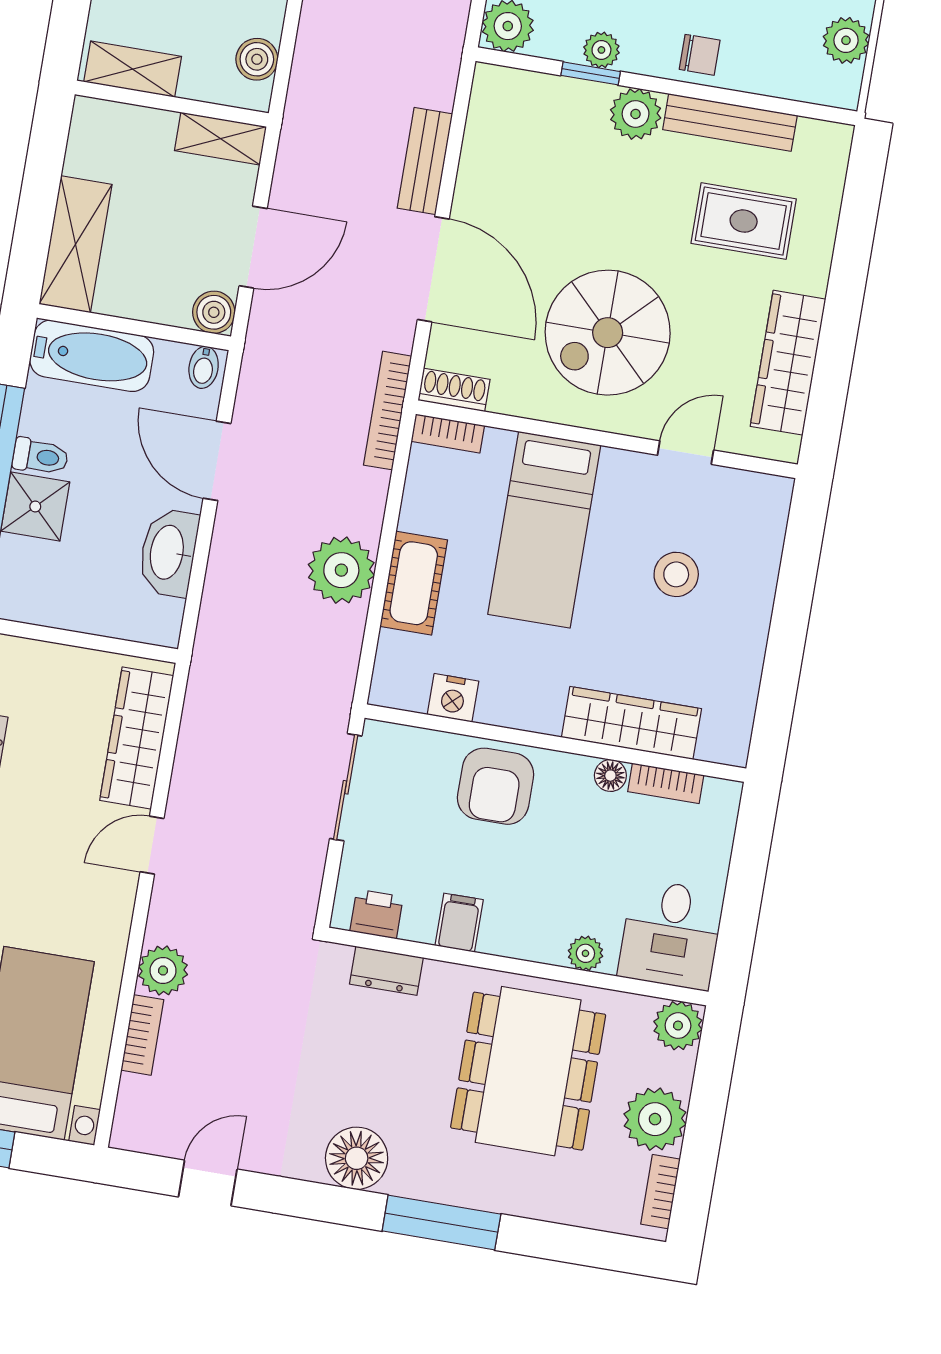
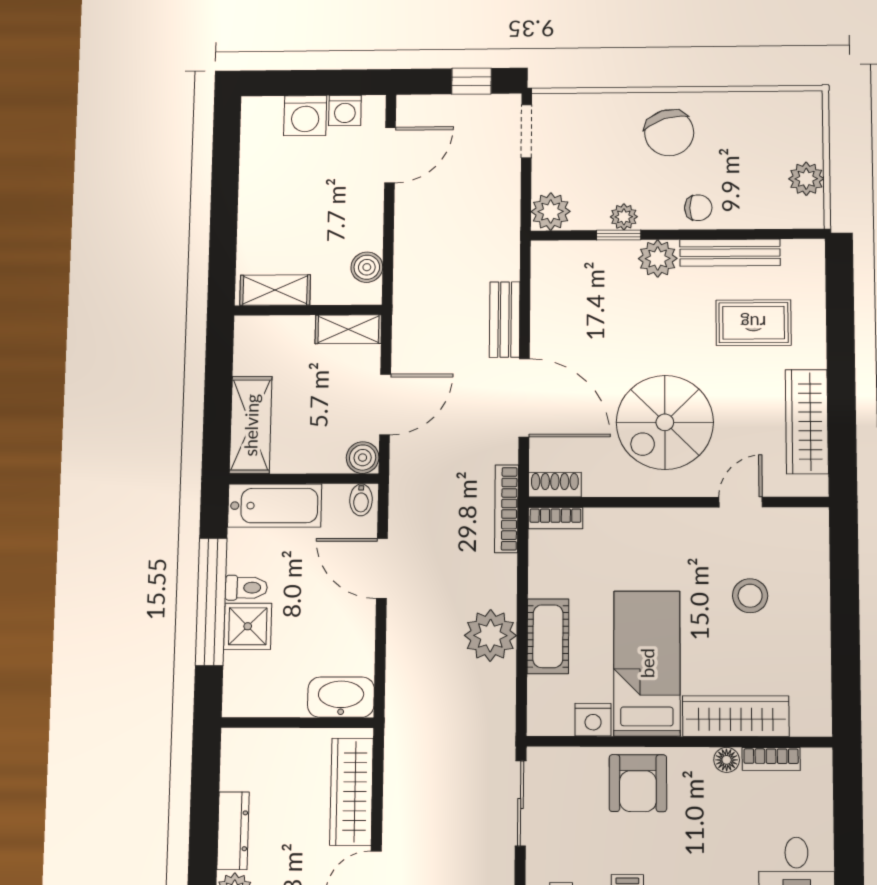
bed: (544, 530) -> (647, 663), moved, turned 180
washbasin: (168, 553) -> (341, 697), moved, turned 90

